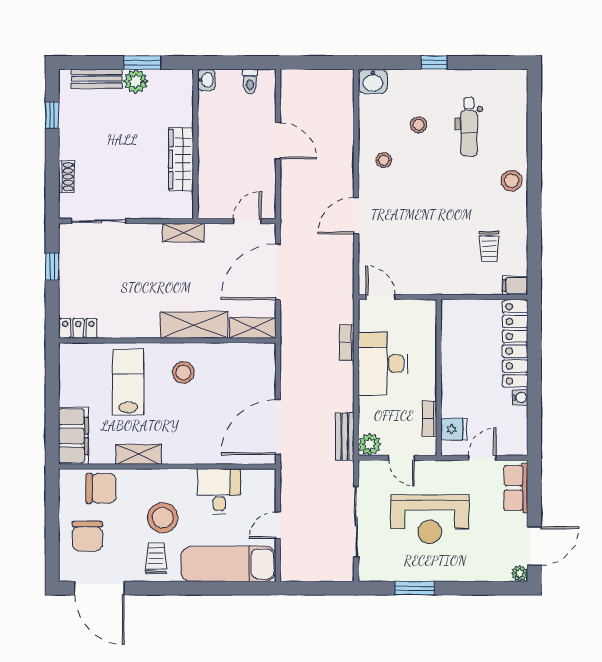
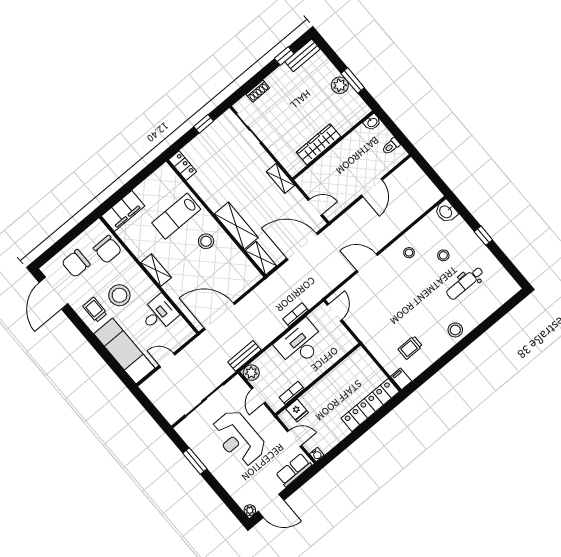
bench: (97, 79) -> (303, 55), moved, turned 90
lab bench: (128, 382) -> (176, 216), turned 180
water cooler: (520, 397) -> (317, 454), moved
shelving: (138, 454) -> (156, 270), moved
trolley: (156, 558) -> (95, 310), turned -90

